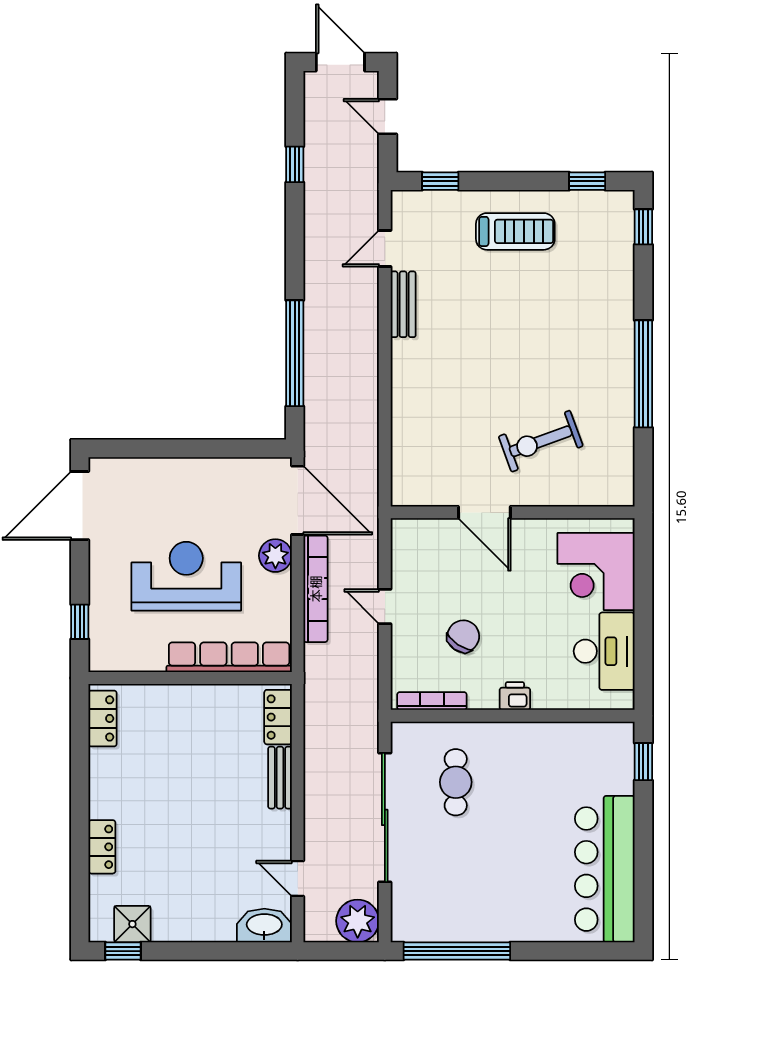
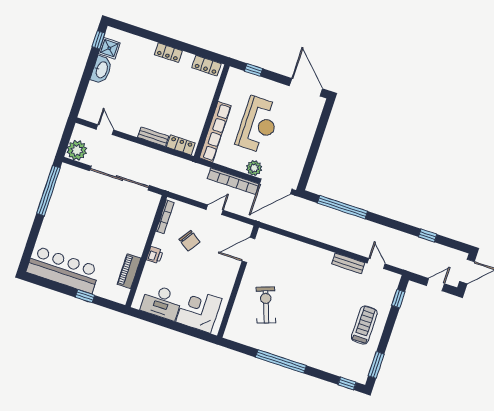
window: (587, 181) -> (376, 365), width x1.50
treadmill: (515, 231) -> (364, 325), turned 180
door: (484, 512) -> (249, 250), moved
piano: (564, 737) -> (129, 271), added
window: (643, 762) -> (85, 296), moved
cafe table: (456, 782) -> (125, 215), removed
locker: (102, 847) -> (168, 53), moved
door: (298, 878) -> (105, 130), hinge flipped
washbasin: (264, 925) -> (101, 70), moved

